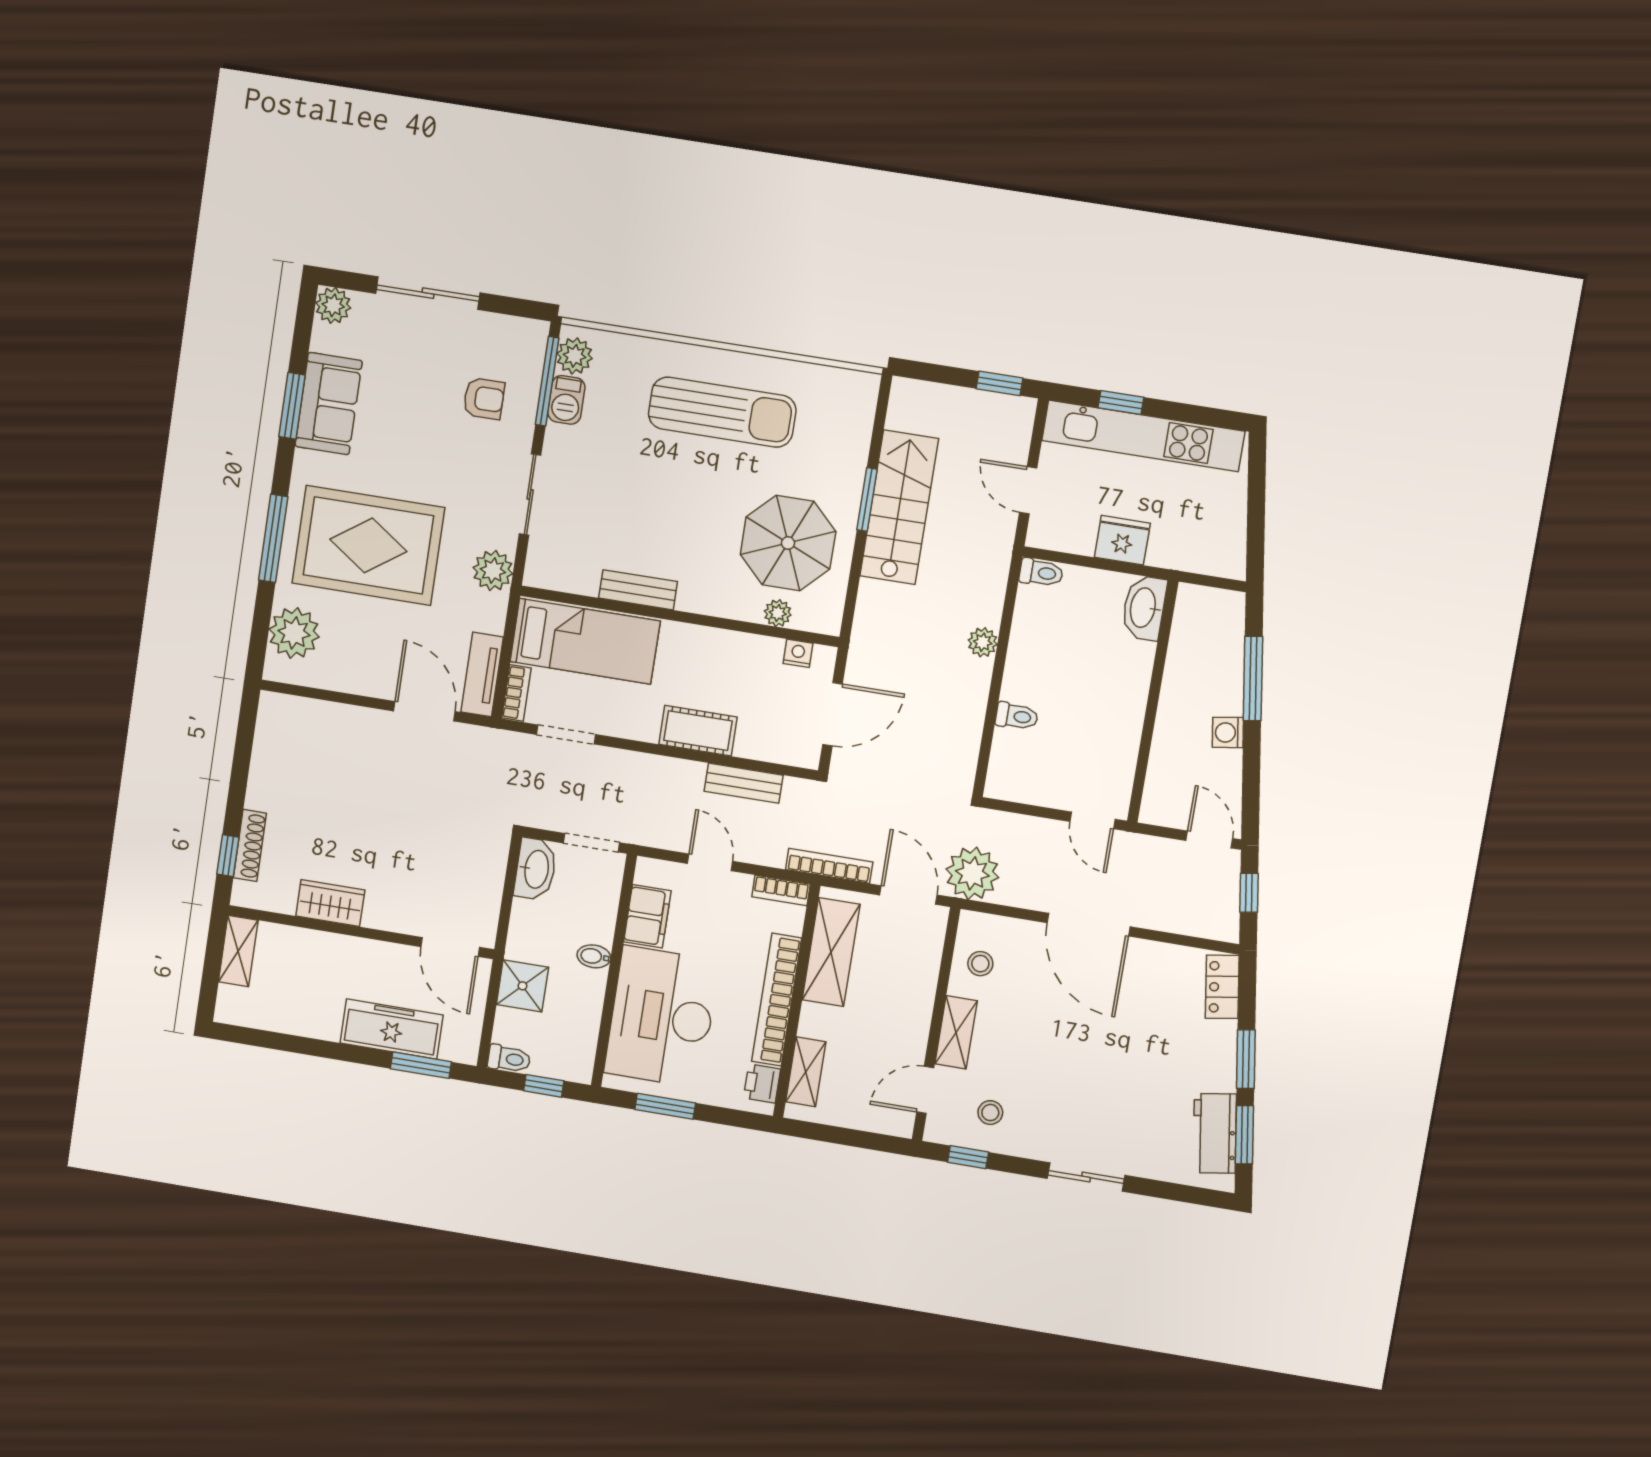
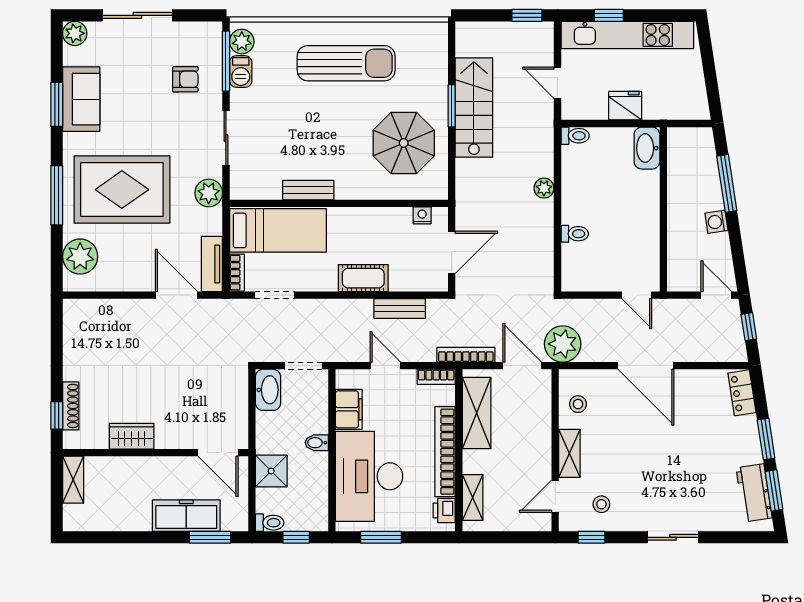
plant: (778, 613) -> (404, 191), removed

